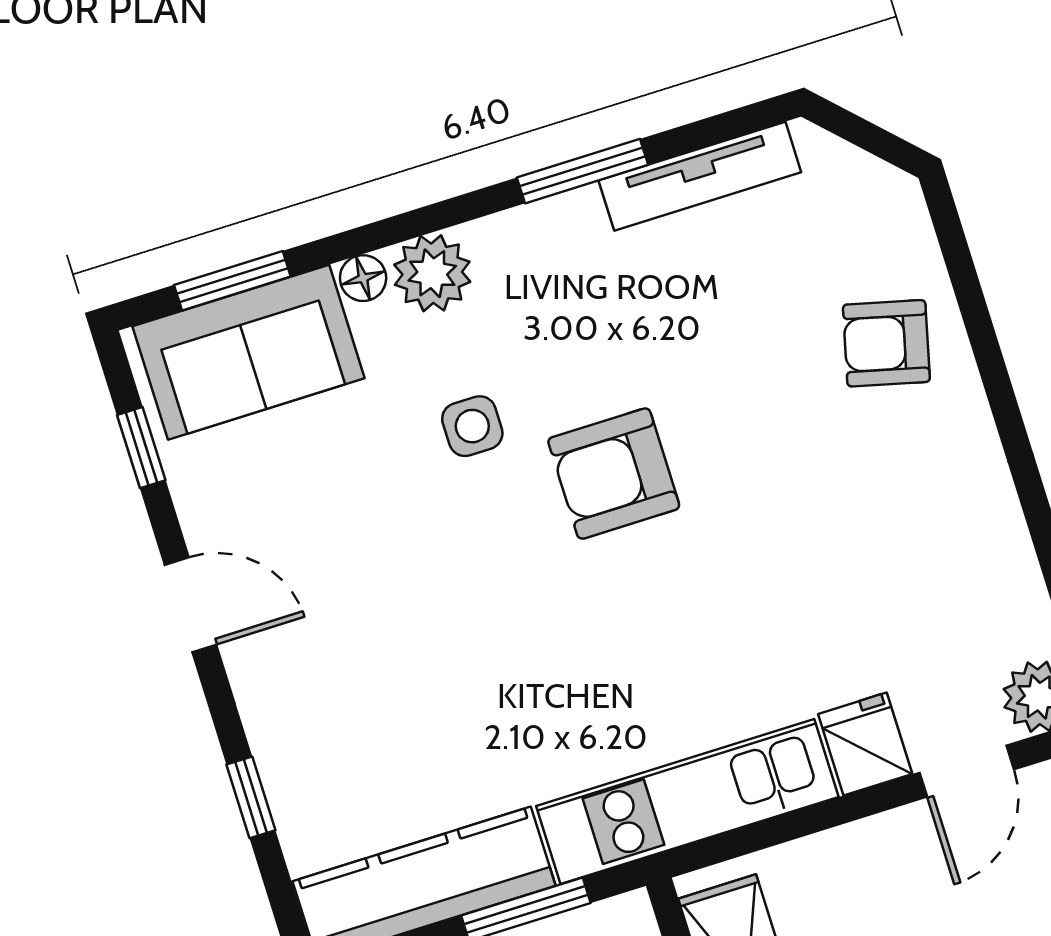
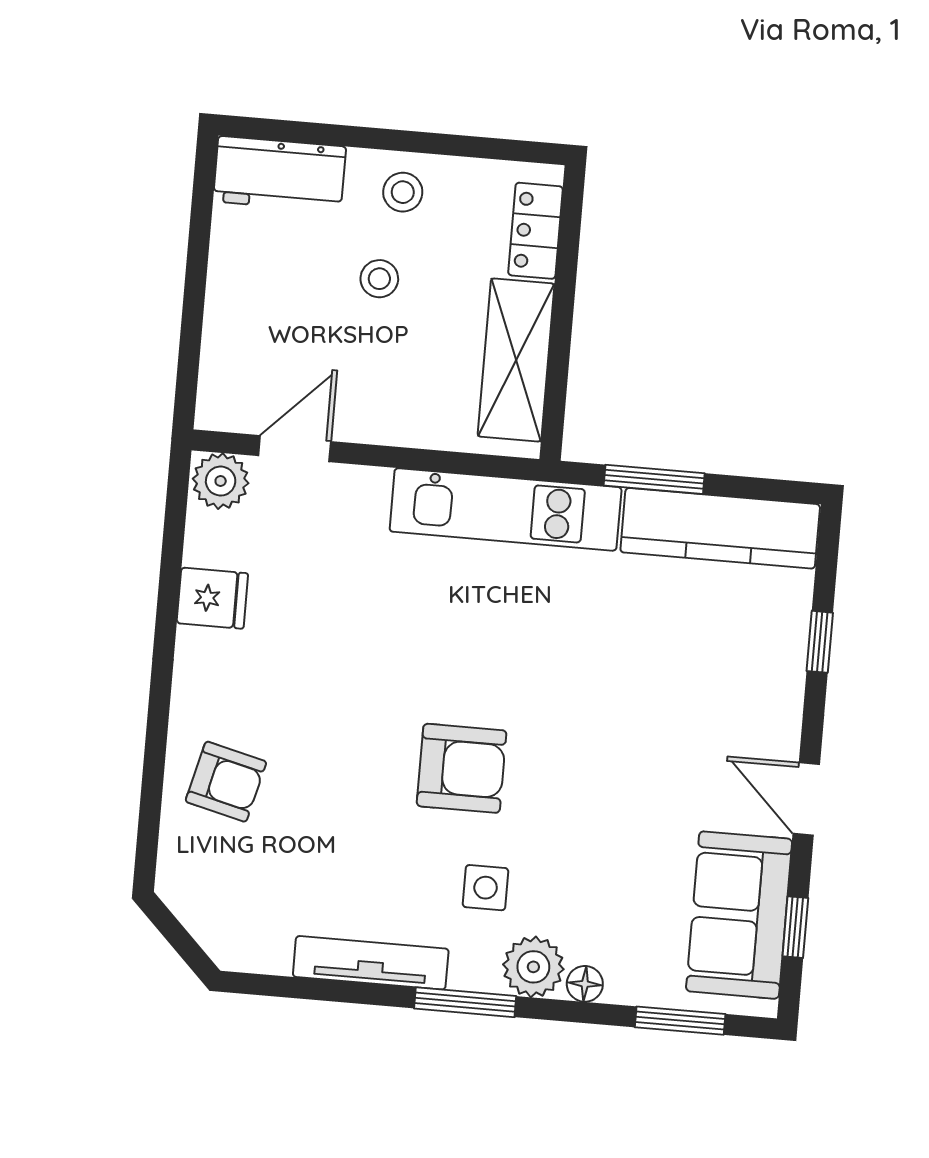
window: (582, 171) -> (465, 1002), moved
tv unit: (700, 176) -> (371, 963), moved
sofa: (249, 352) -> (739, 915), moved, turned -90
side table: (472, 426) -> (486, 888), moved
fridge: (865, 744) -> (212, 598), moved, turned -90

